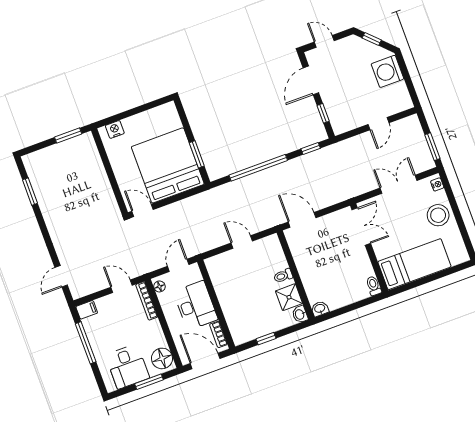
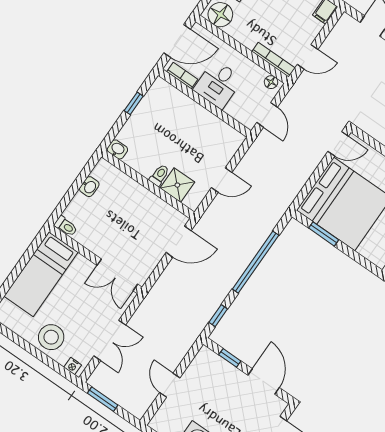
shower: (289, 297) -> (177, 185), moved
desk: (196, 305) -> (218, 84), width x0.73
washbasin: (320, 309) -> (89, 187), moved

